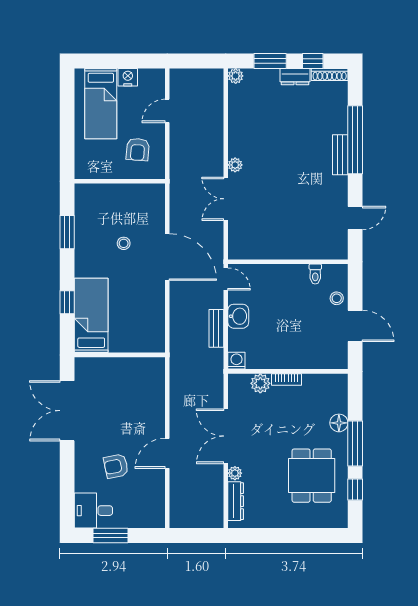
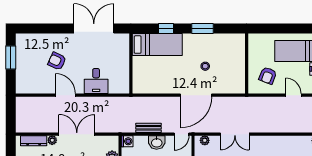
armchair: (138, 149) -> (268, 76), turned -74
plant: (235, 165) -> (205, 140), moved
double door: (226, 199) -> (235, 134), swing flipped
window: (67, 232) -> (202, 29), moved
armchair: (116, 466) -> (57, 61), turned -53
desk: (93, 511) -> (96, 81), moved, turned 180

